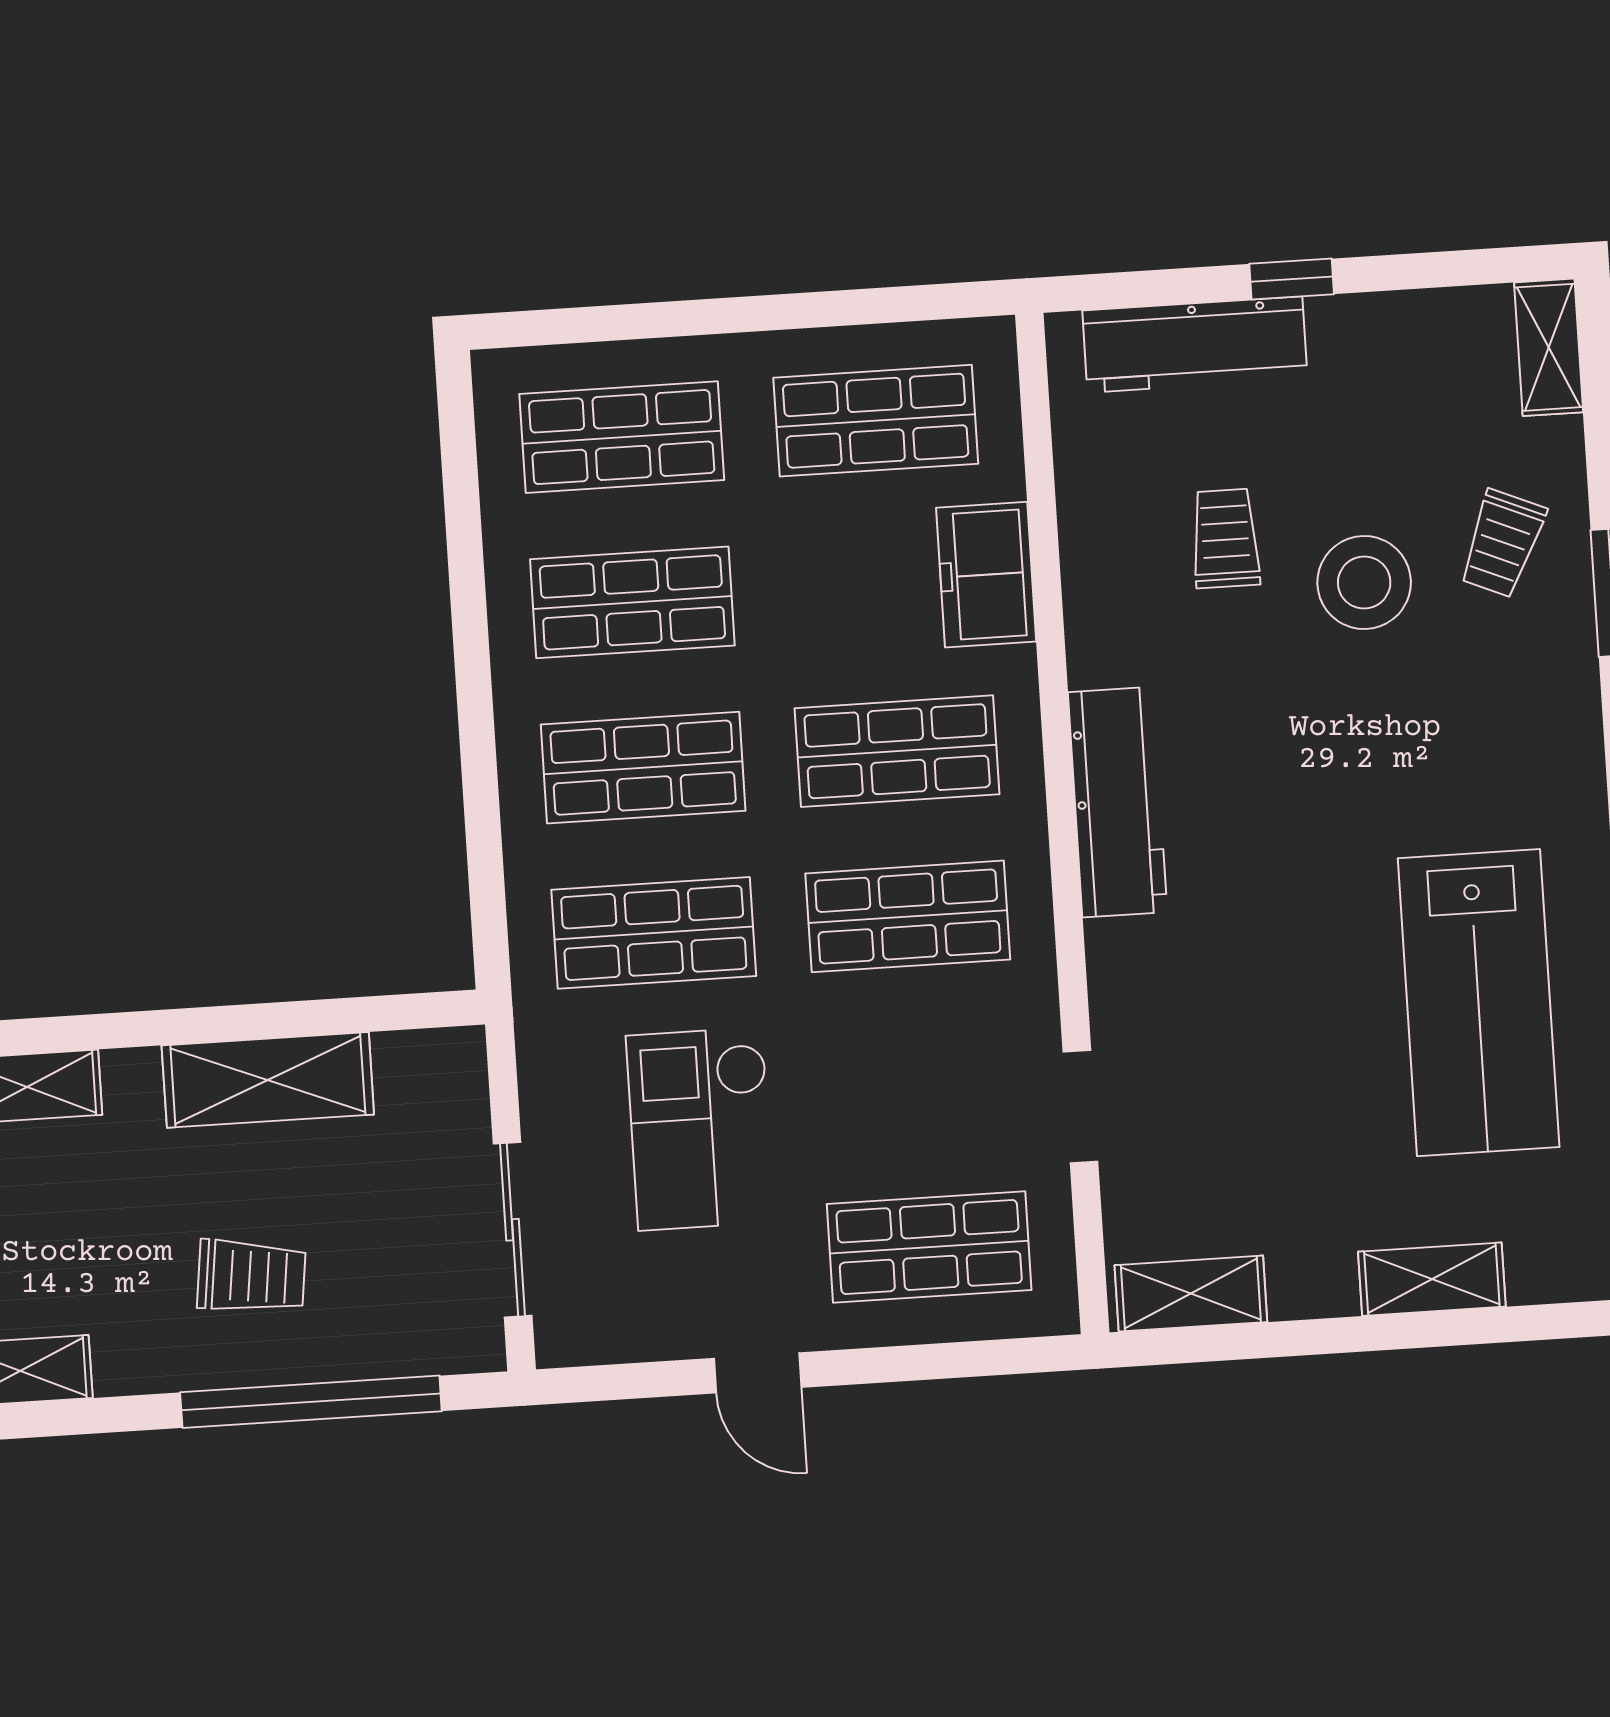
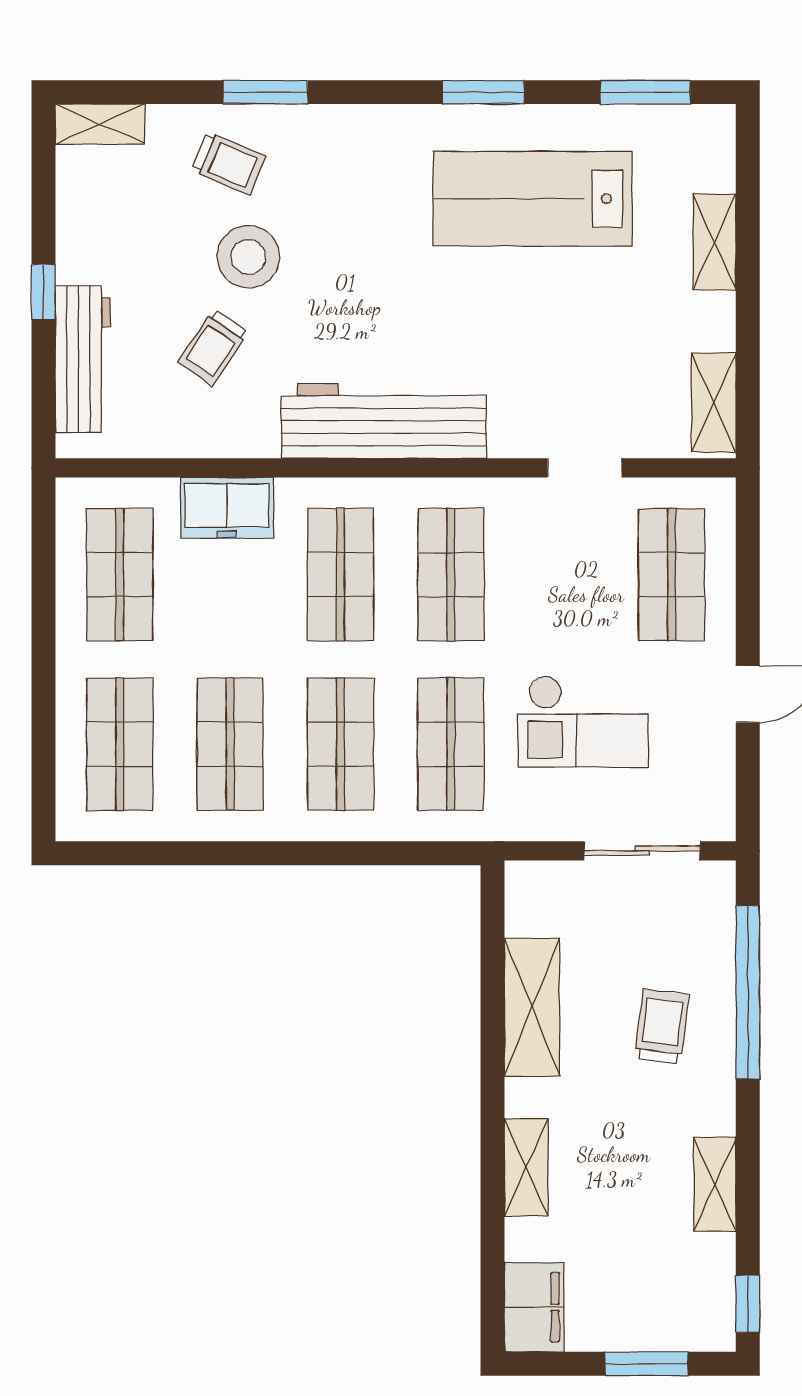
trolley: (1225, 538) -> (213, 347), turned -56
workbench: (1118, 802) -> (384, 421), width x1.36, depth x1.32
lab bench: (1479, 1003) -> (533, 199), turned 180

